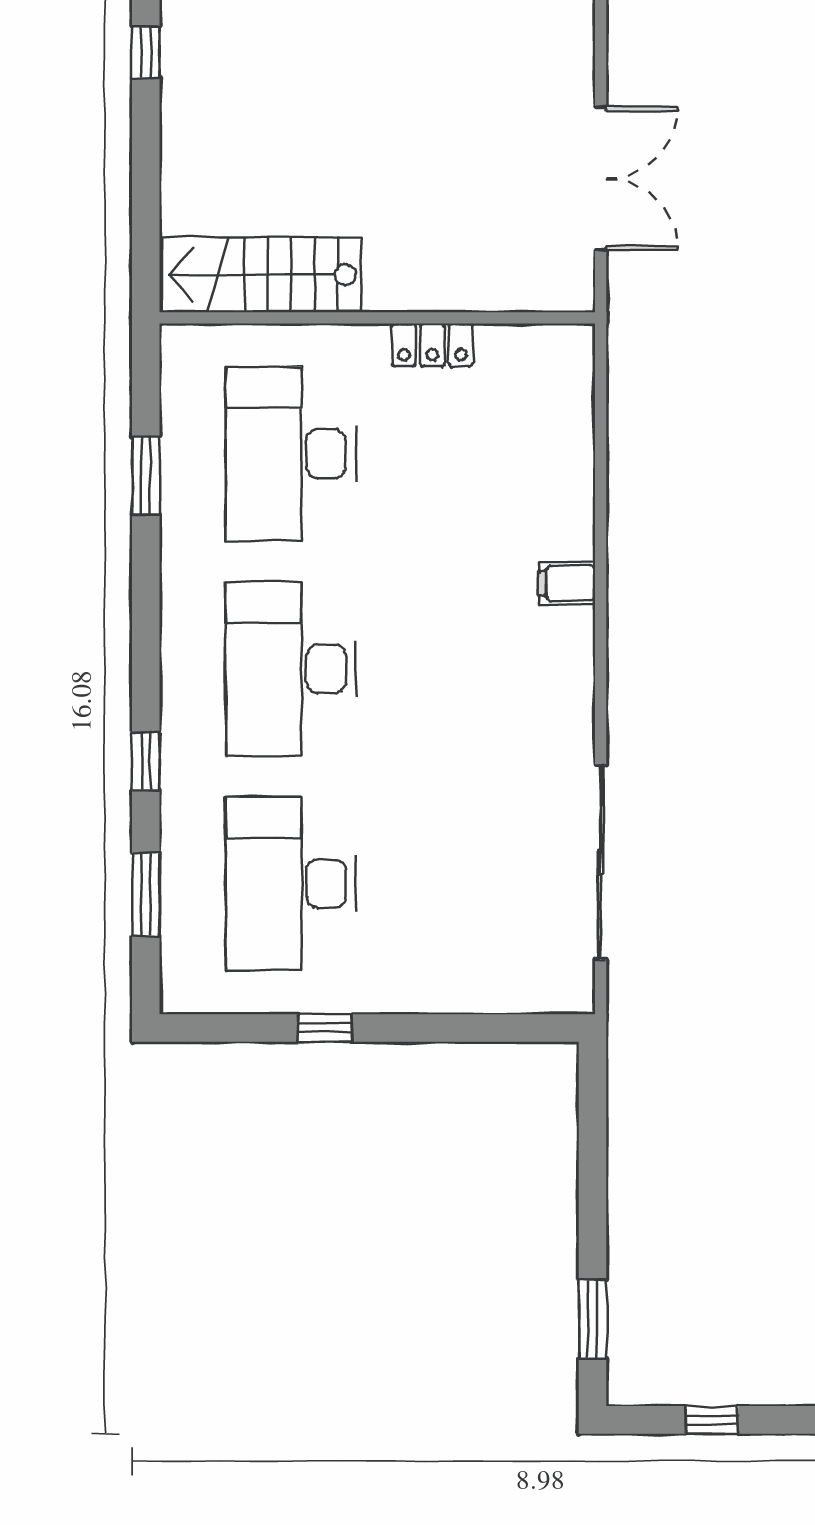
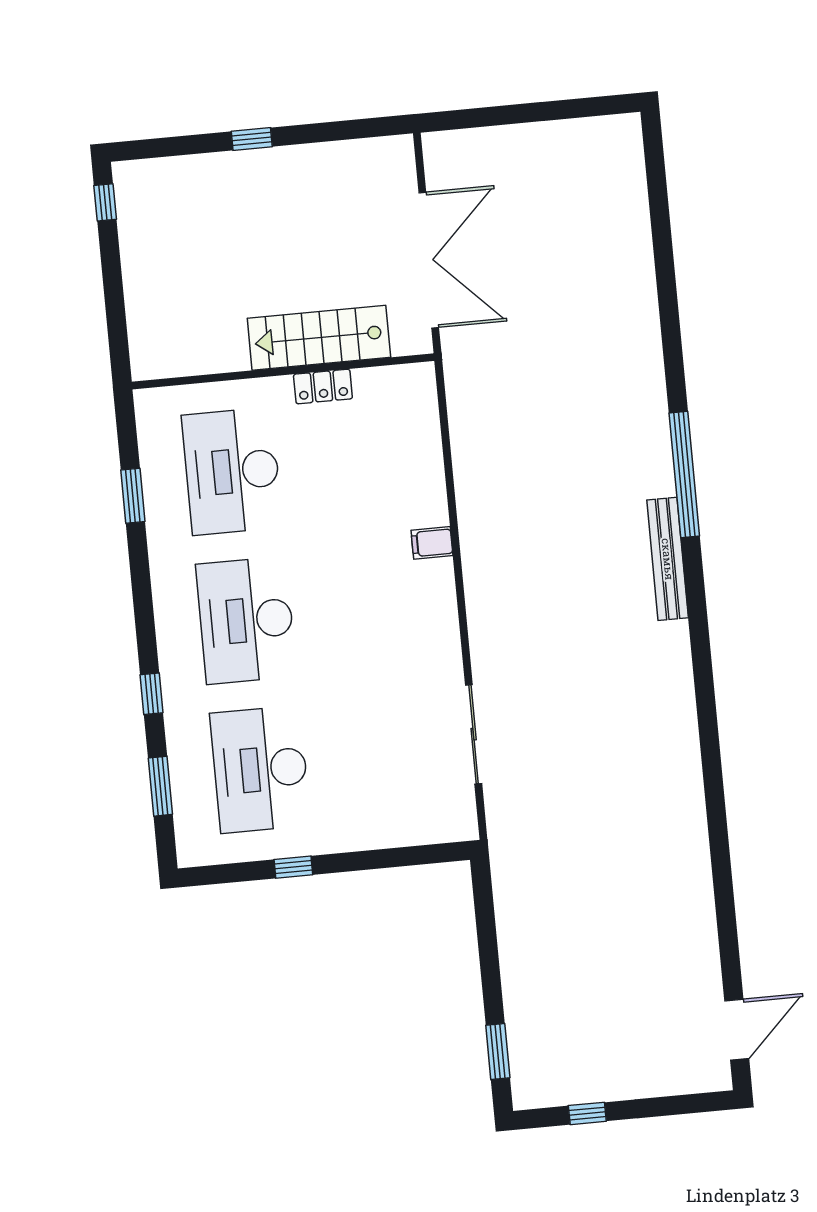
double door: (601, 179) -> (429, 260), width x1.36
stairs: (261, 275) -> (319, 338), moved
sliding door: (601, 862) -> (474, 734), width x0.73

